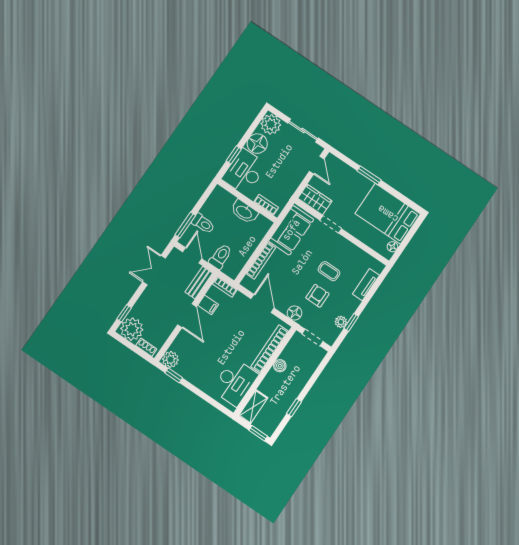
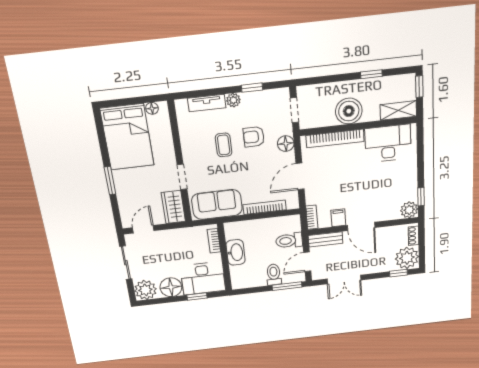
door: (187, 316) -> (361, 226), swing flipped
plant: (341, 322) -> (233, 100), moved
boiler: (280, 366) -> (349, 111), width x1.86, depth x1.86

